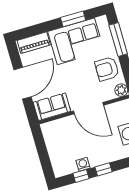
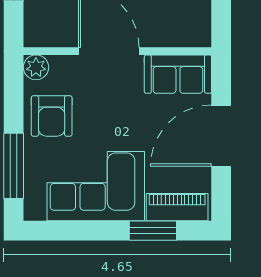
window: (73, 19) -> (153, 231), moved
armchair: (107, 69) -> (52, 116), turned 90

